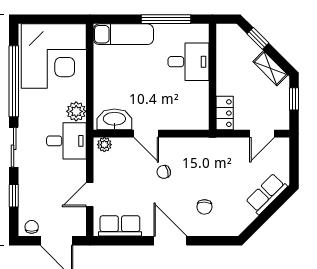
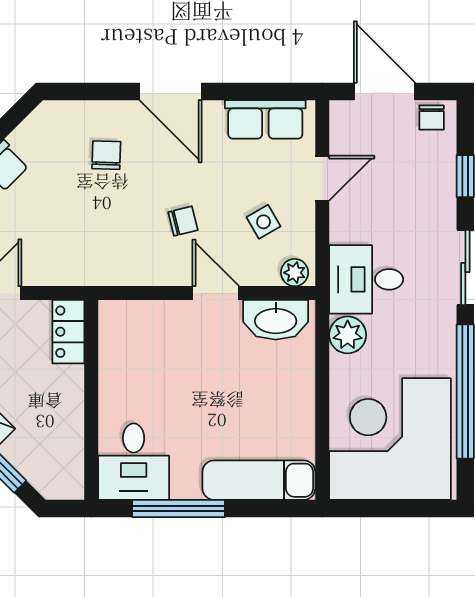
desk: (188, 62) -> (134, 462), moved, turned -90
side table: (121, 171) -> (264, 222), added

